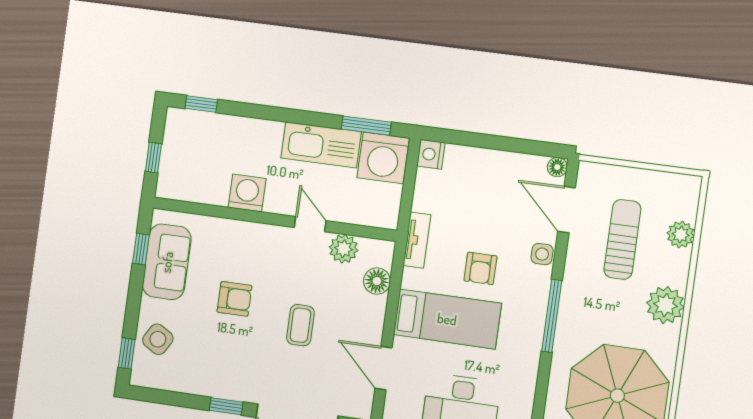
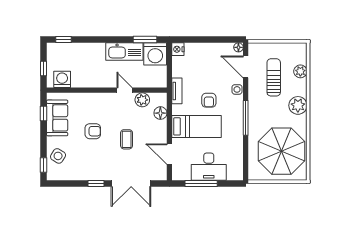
washing machine: (247, 193) -> (62, 79), moved

